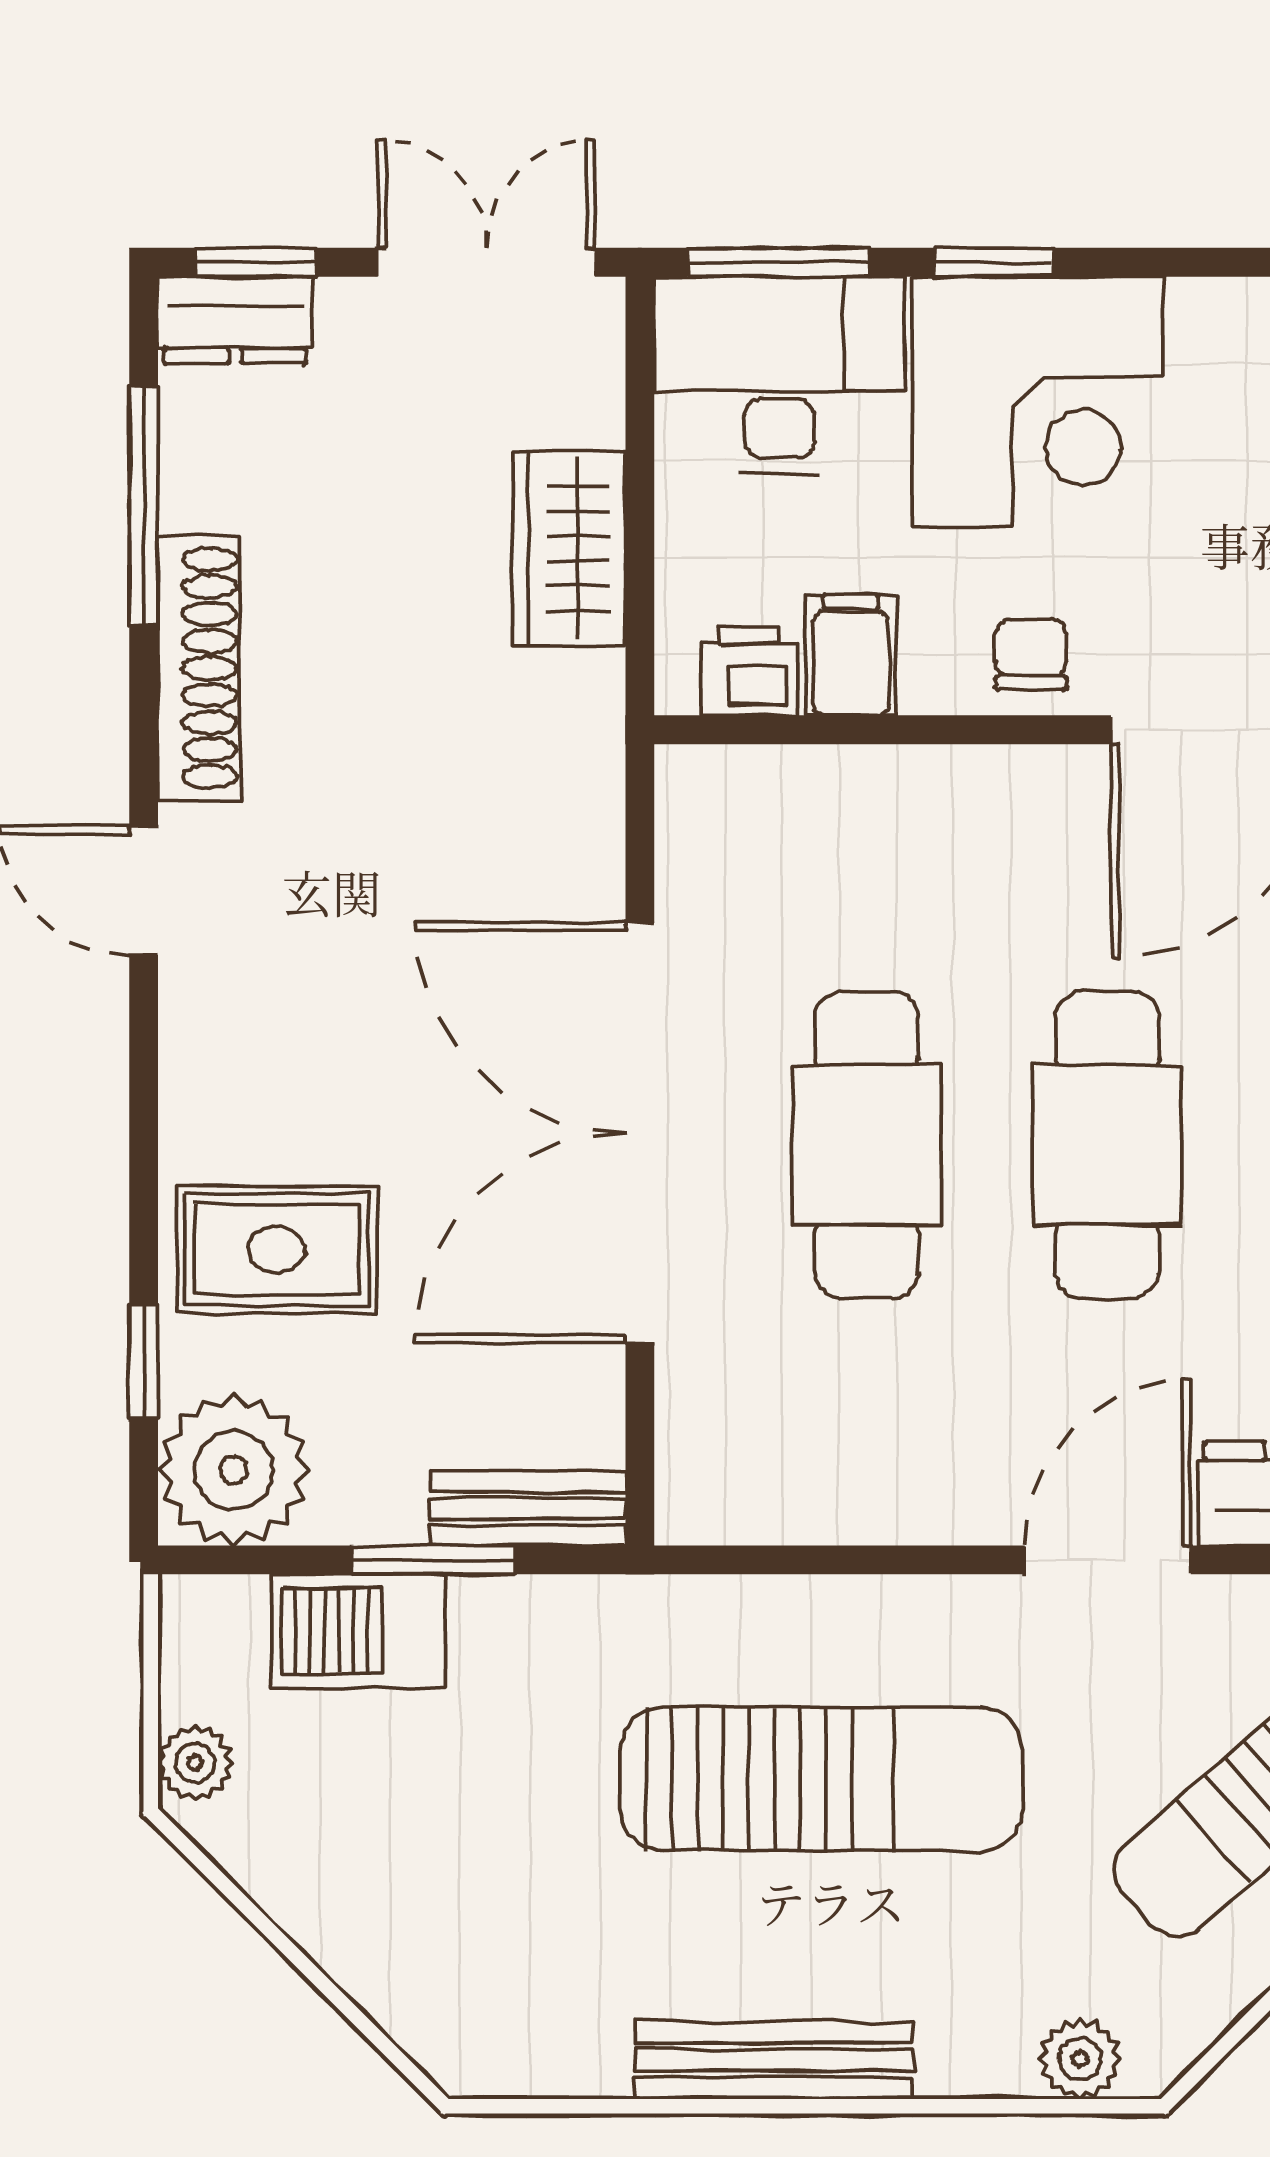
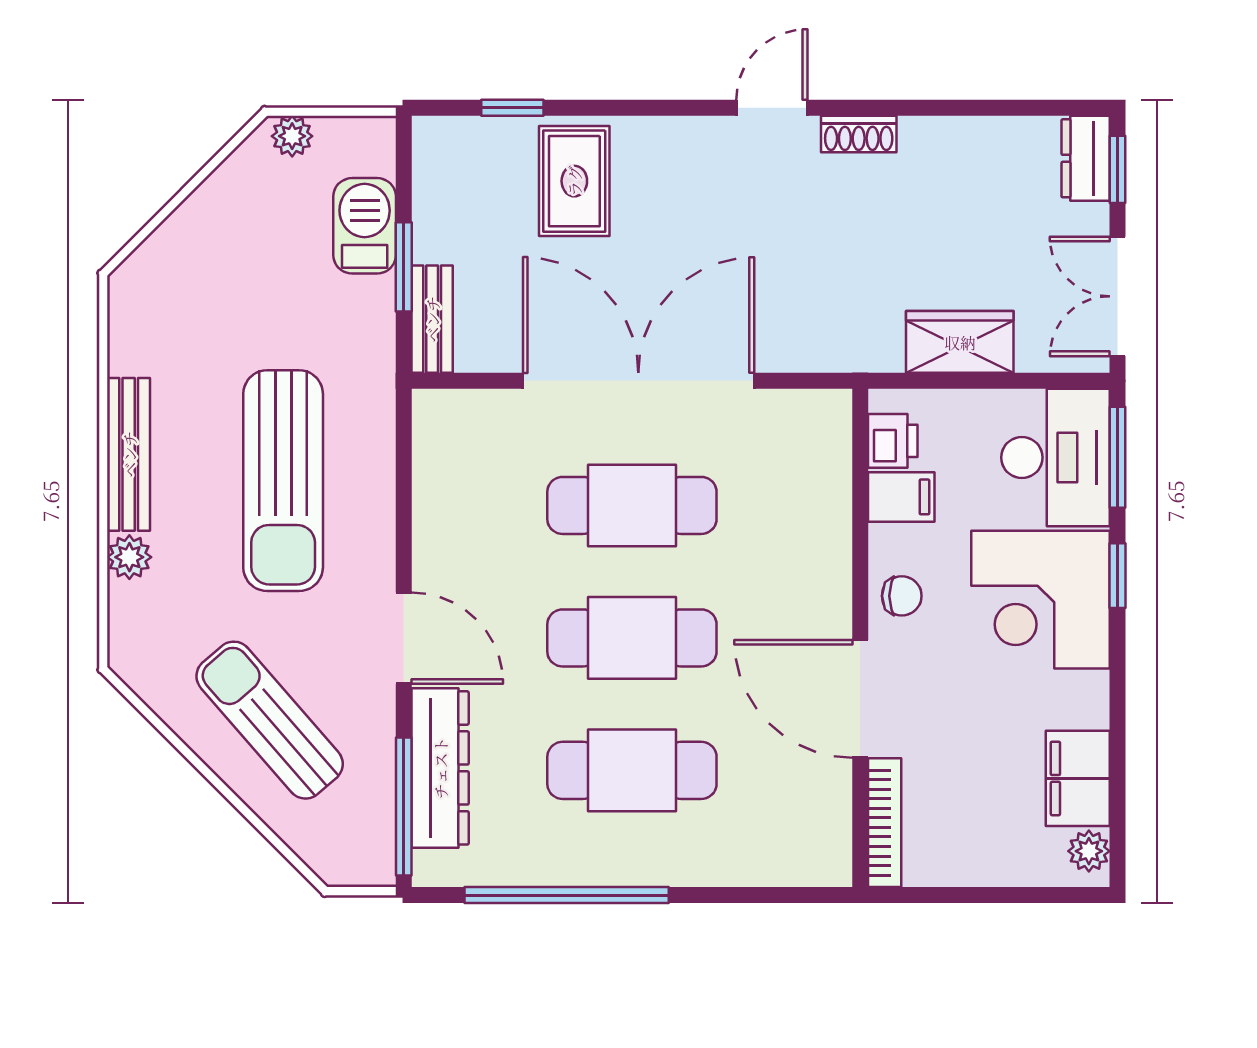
double door: (486, 262) -> (1117, 296), swing flipped
window: (144, 505) -> (984, 108), removed
shoe rack: (199, 668) -> (859, 134), width x0.51, depth x0.81
plant: (234, 1470) -> (453, 157), removed
plant: (1080, 2059) -> (129, 557), moved

